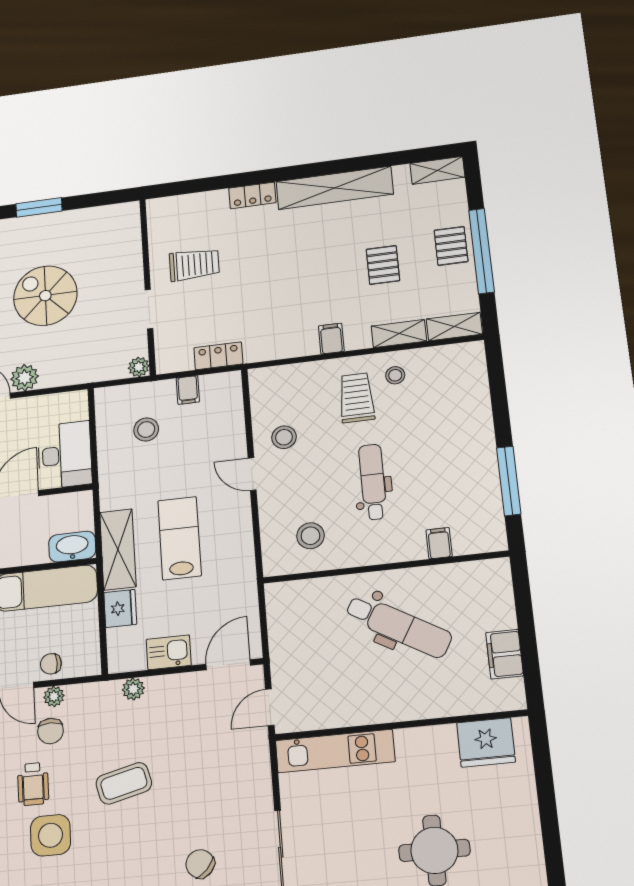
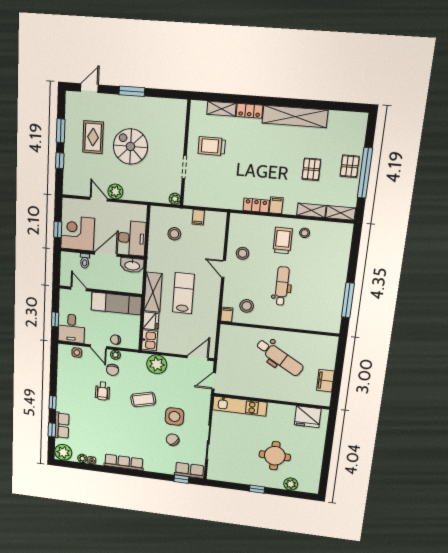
shelving: (437, 170) -> (221, 109), moved
trolley: (194, 265) -> (212, 146), turned 180
locker: (218, 356) -> (256, 205), moved
filing cabinet: (439, 543) -> (227, 315), moved
washbasin: (72, 547) -> (132, 265), moved, turned 180
kitchen sink: (169, 652) -> (150, 340), moved, turned 90
plant: (133, 689) -> (157, 364), width x1.87, depth x1.87
side table: (50, 835) -> (174, 416), moved

